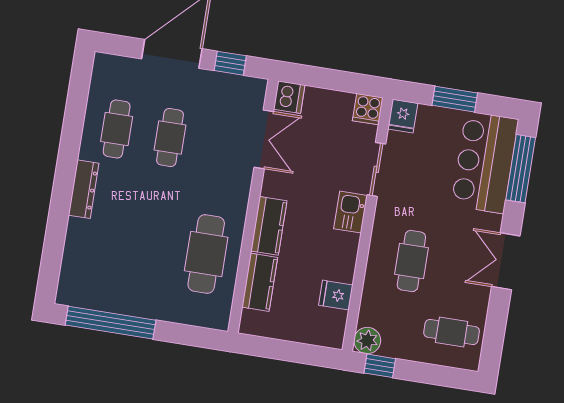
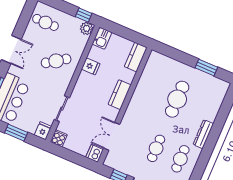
kitchen sink: (351, 212) -> (102, 38), moved
cafe table: (206, 254) -> (177, 99), moved
cafe table: (411, 261) -> (56, 61), turned 56
kitchen counter: (260, 282) -> (136, 57), moved
fridge: (336, 295) -> (91, 66), moved
window: (111, 323) -> (206, 68), width x0.47

